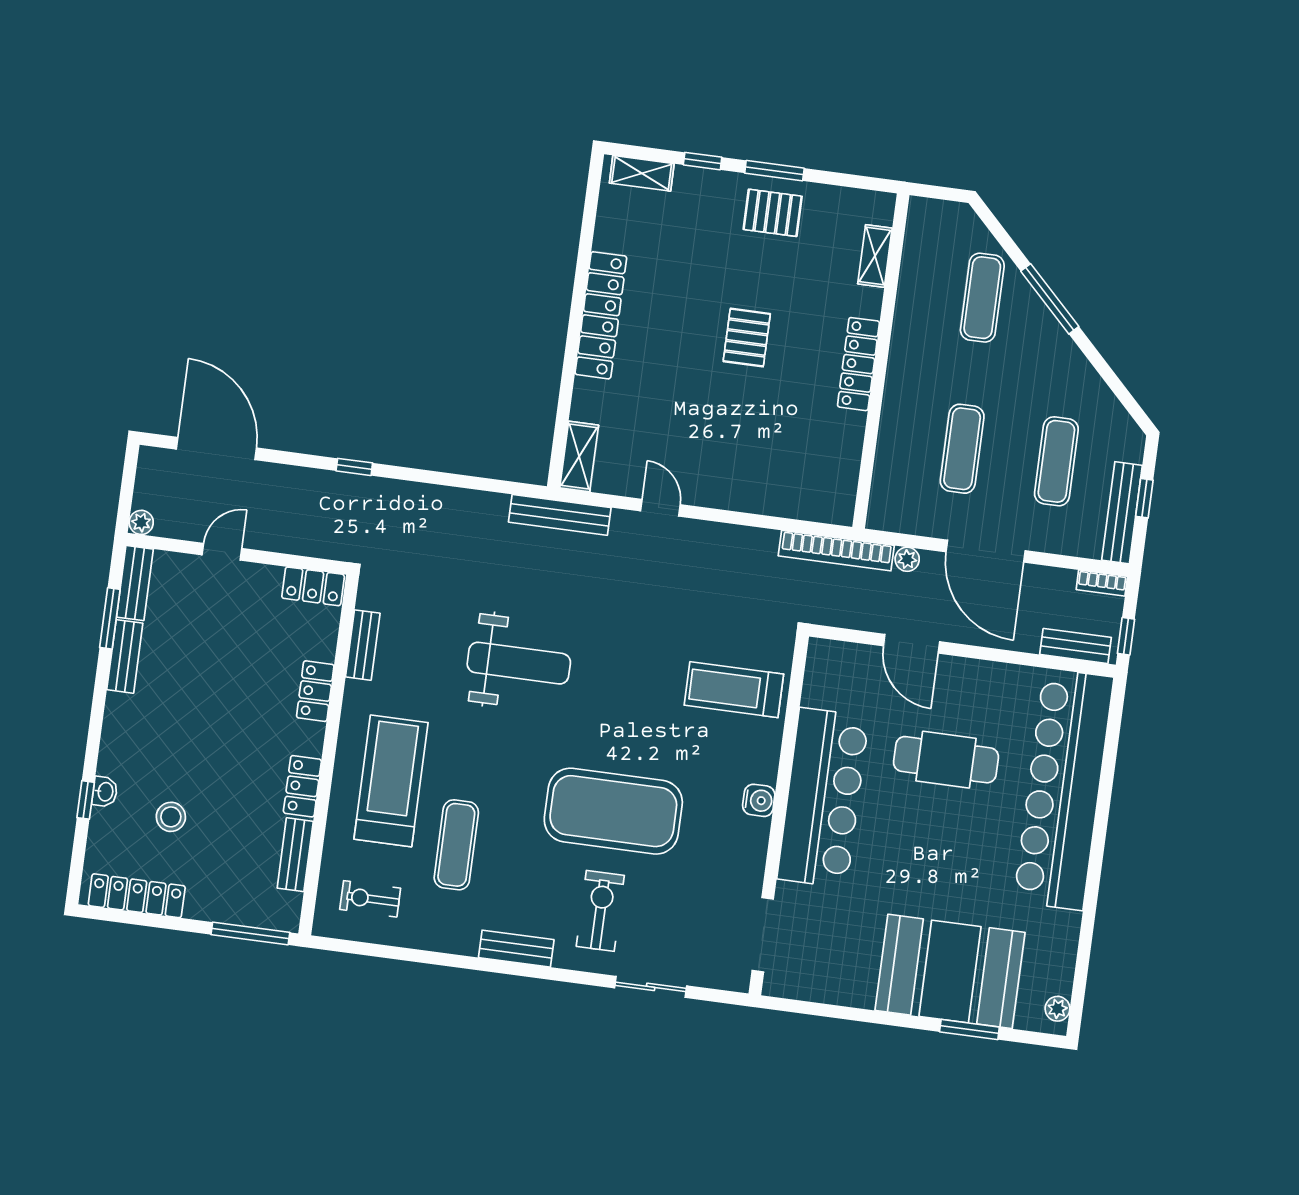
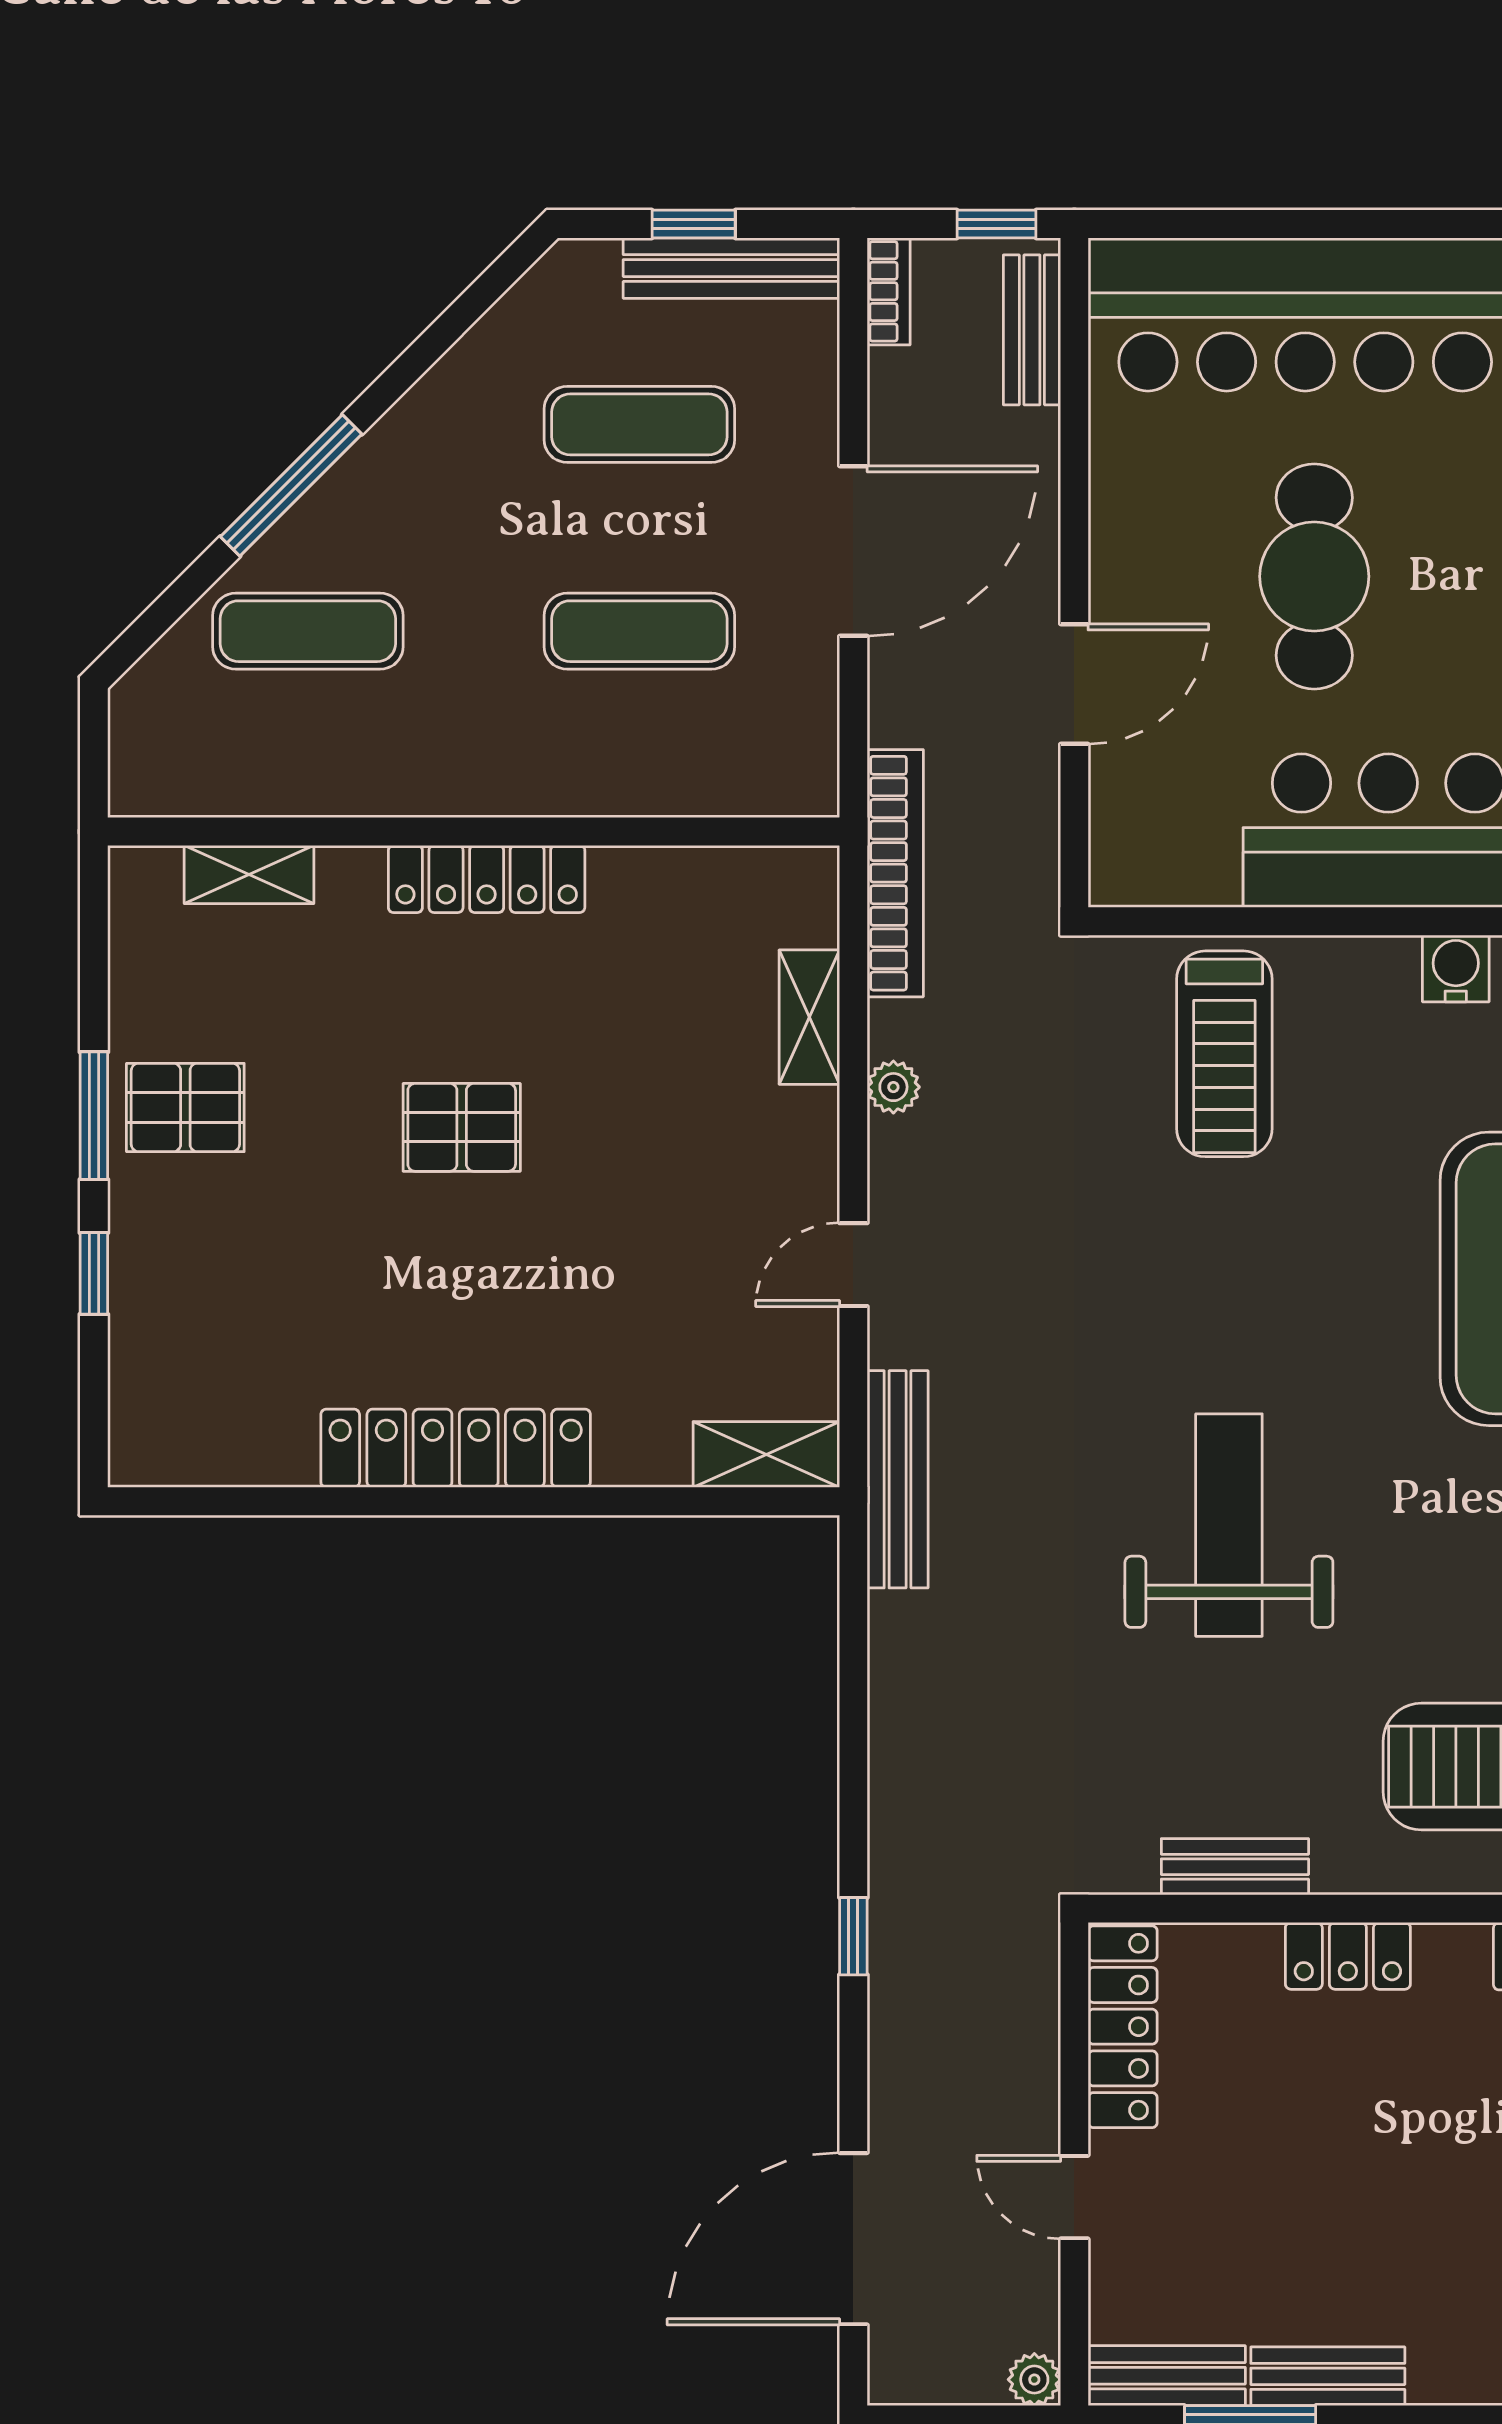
shelving: (642, 173) -> (809, 1017), moved
pallet: (773, 213) -> (185, 1107), turned 90
plant: (907, 559) -> (893, 1087), moved
locker: (313, 586) -> (1123, 2027), width x1.53

